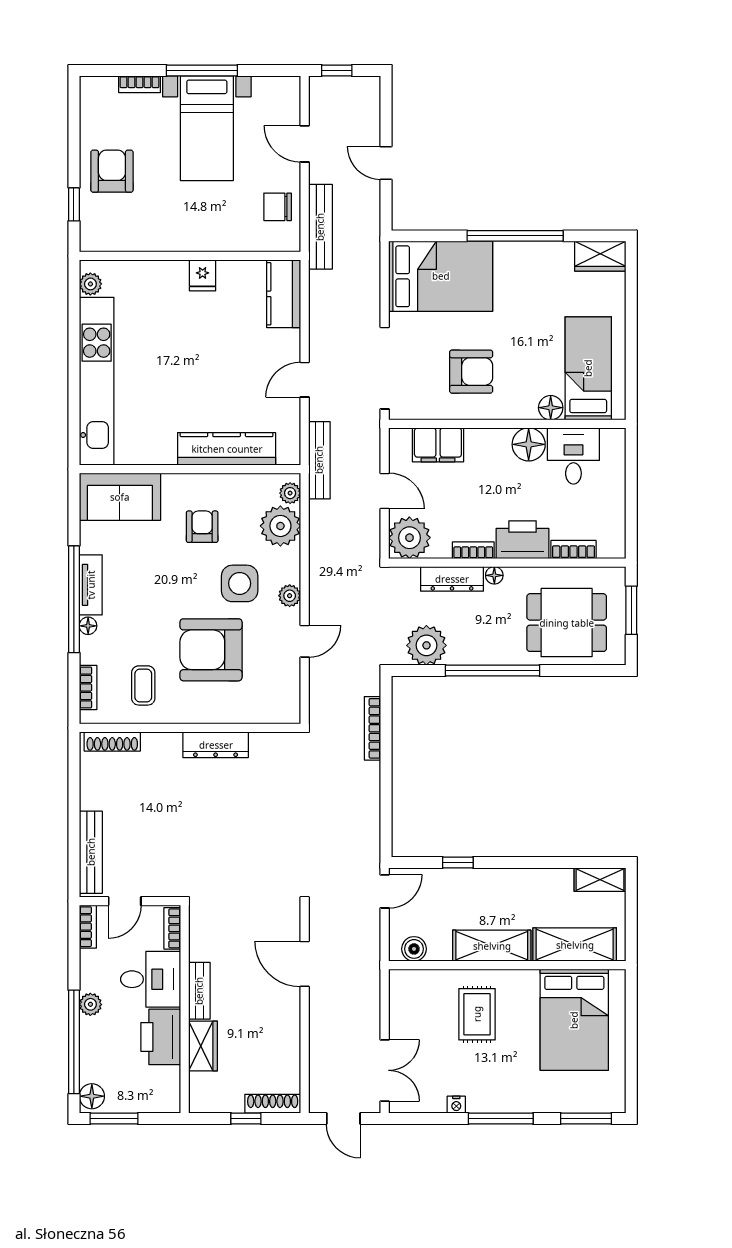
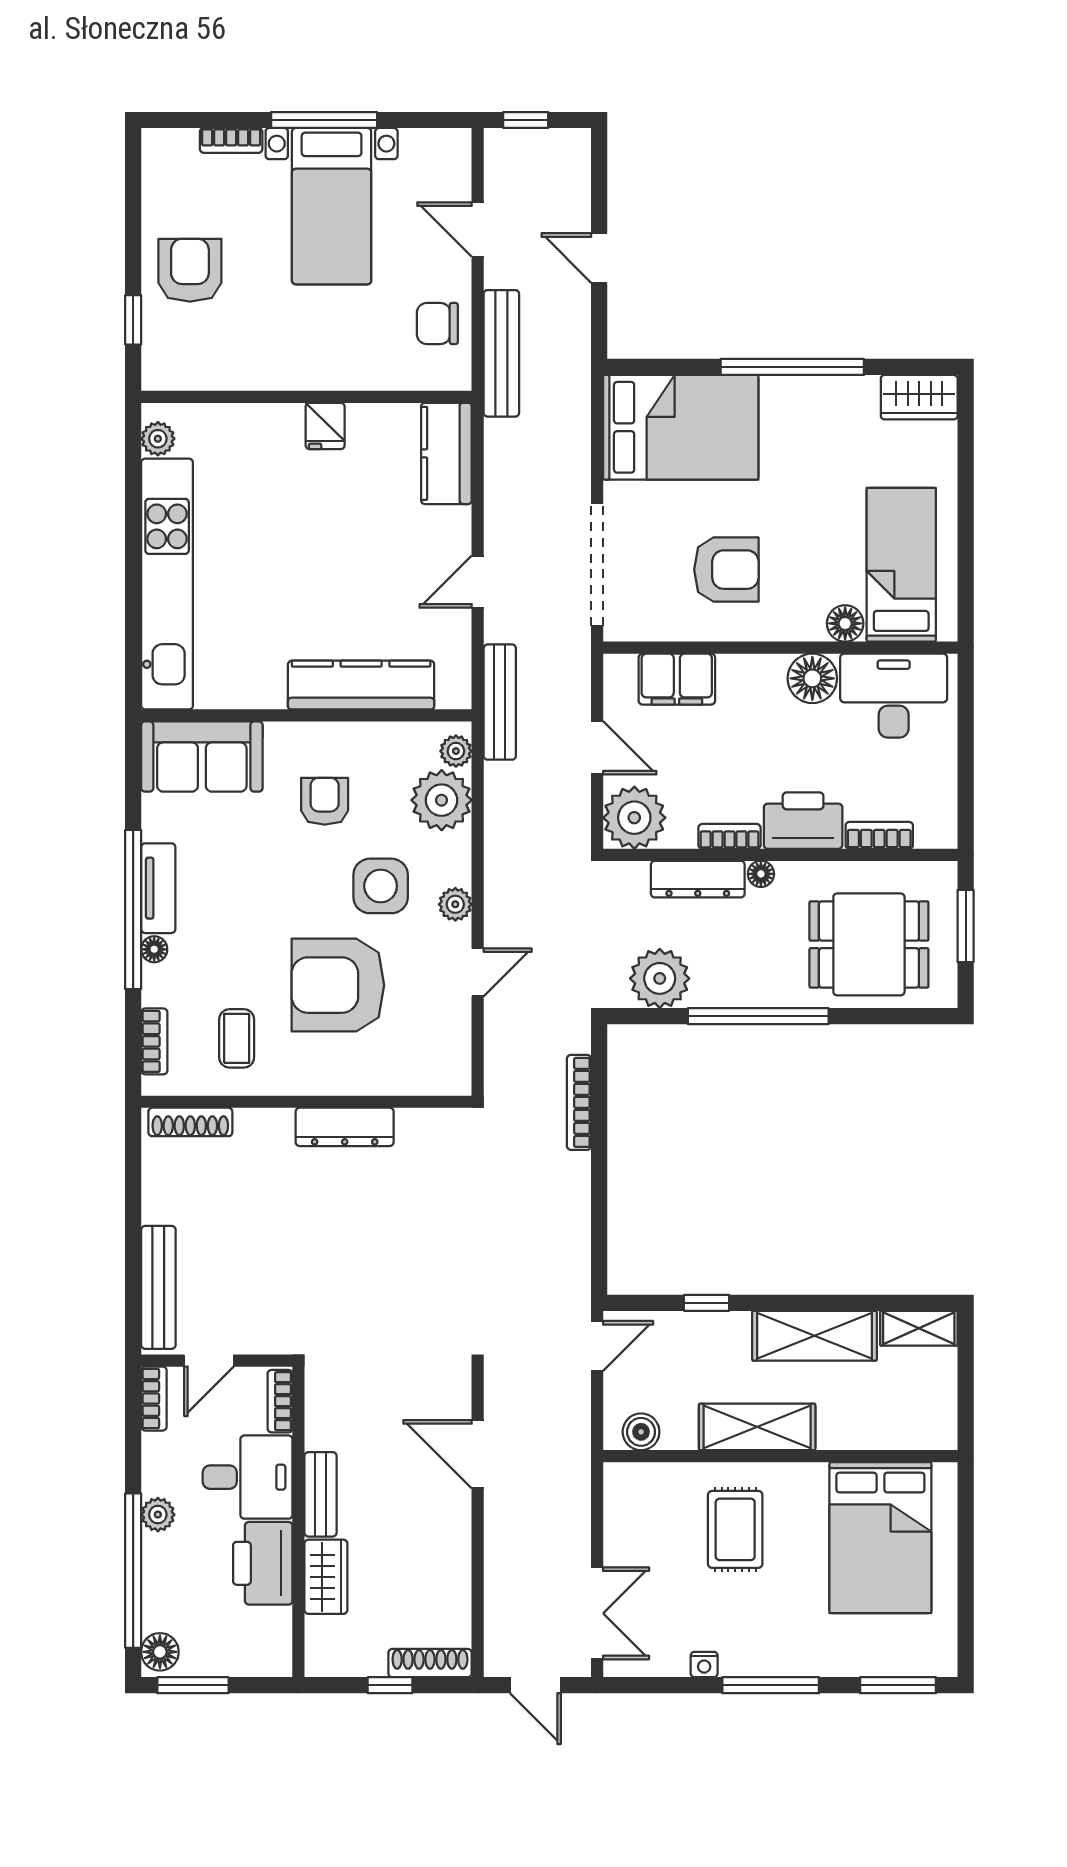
desk: (573, 456) -> (894, 696), width x1.37
shelving: (575, 945) -> (814, 1336), moved

